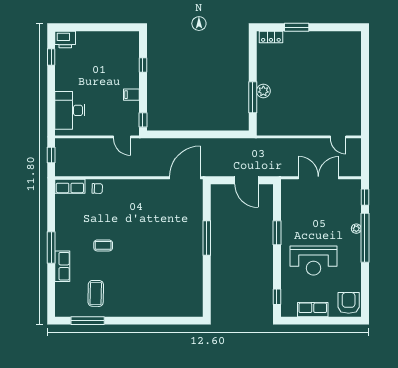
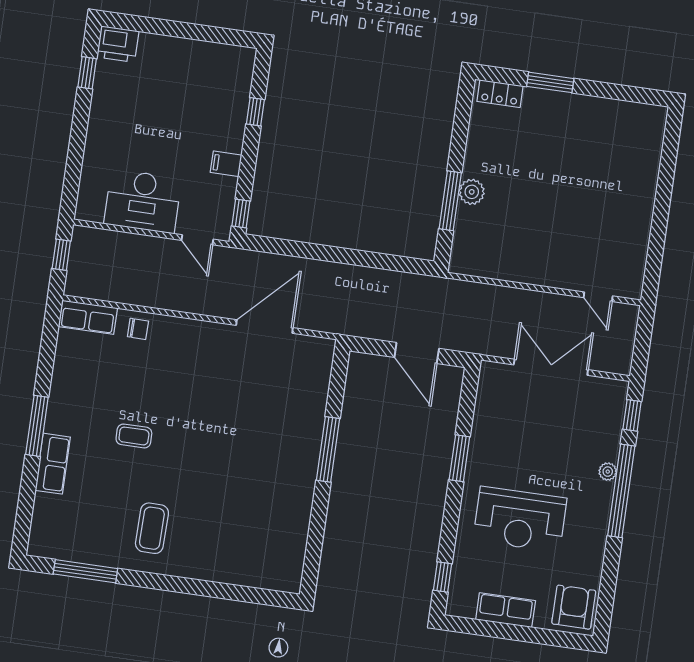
desk: (70, 110) -> (143, 201), moved, turned -90
door: (185, 178) -> (265, 326), moved
coffee table: (96, 293) -> (152, 528), moved

